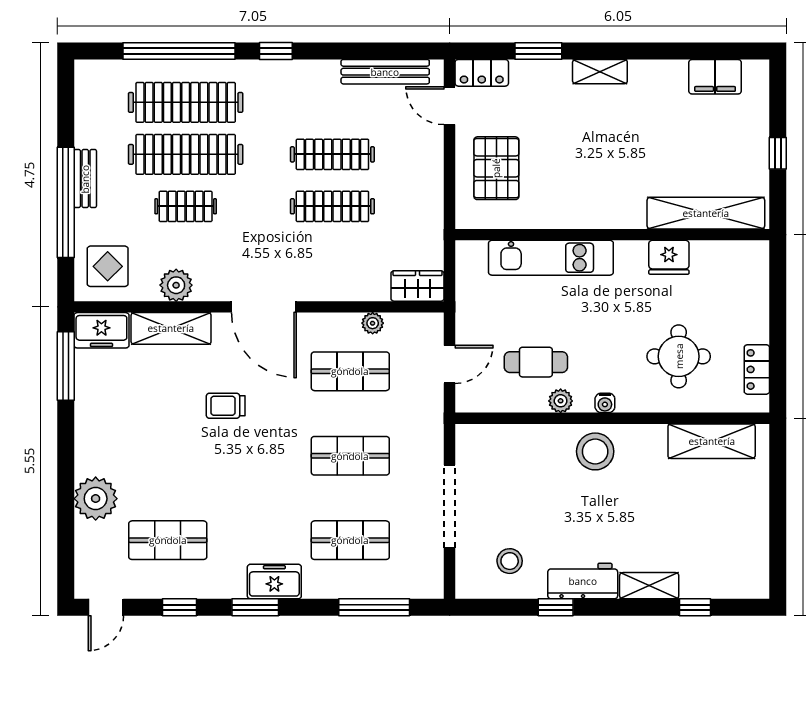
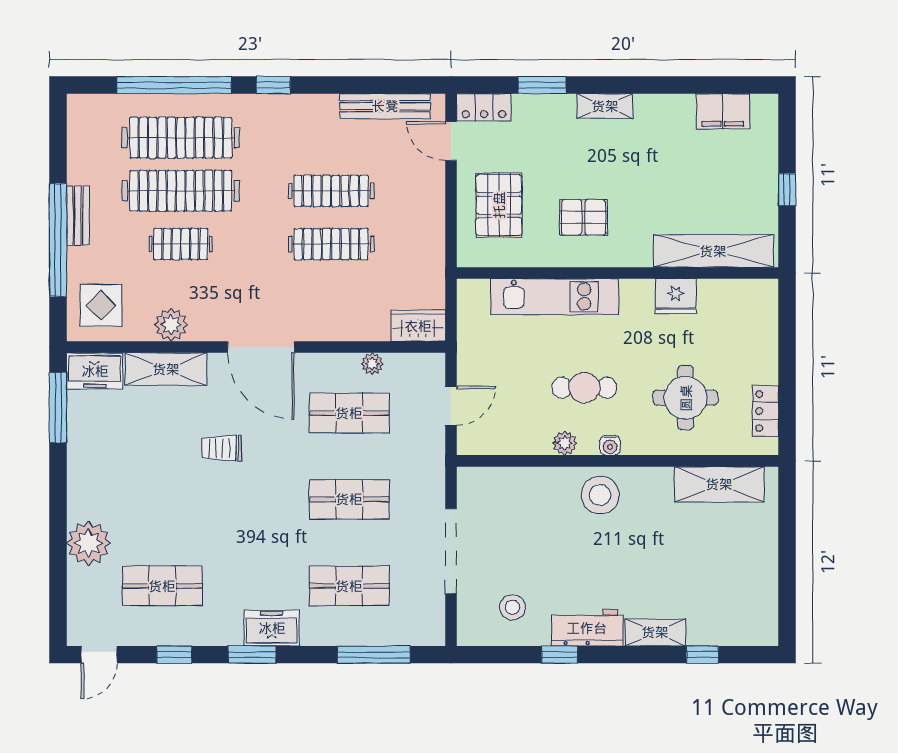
pallet: (579, 180) -> (583, 217), added
cafe table: (536, 362) -> (584, 388), moved

